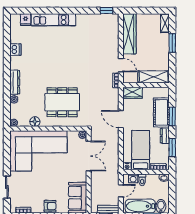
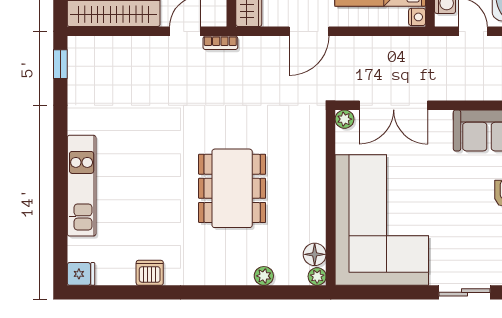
fridge: (26, 20) -> (81, 274), moved
dresser: (15, 82) -> (224, 274), removed
dining table: (62, 102) -> (232, 188), moved
floor lamp: (35, 122) -> (315, 254), moved
double door: (89, 156) -> (394, 105), swing flipped

